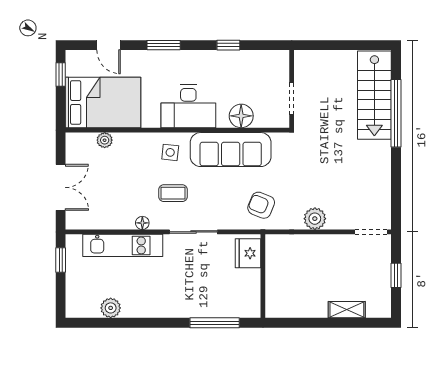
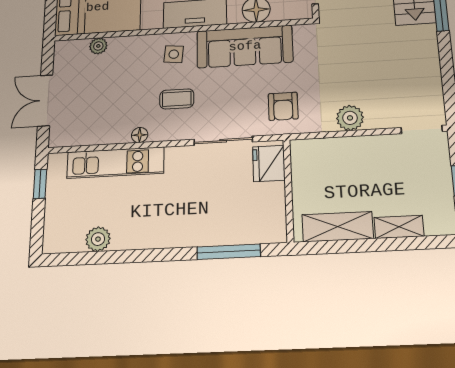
double door: (61, 187) -> (45, 100), swing flipped
armchair: (261, 205) -> (283, 106), turned -112
sliding door: (193, 232) -> (223, 141), moved
shelving: (300, 307) -> (338, 227), added

